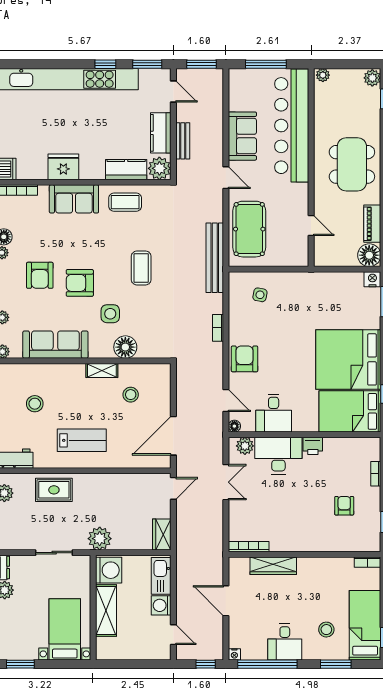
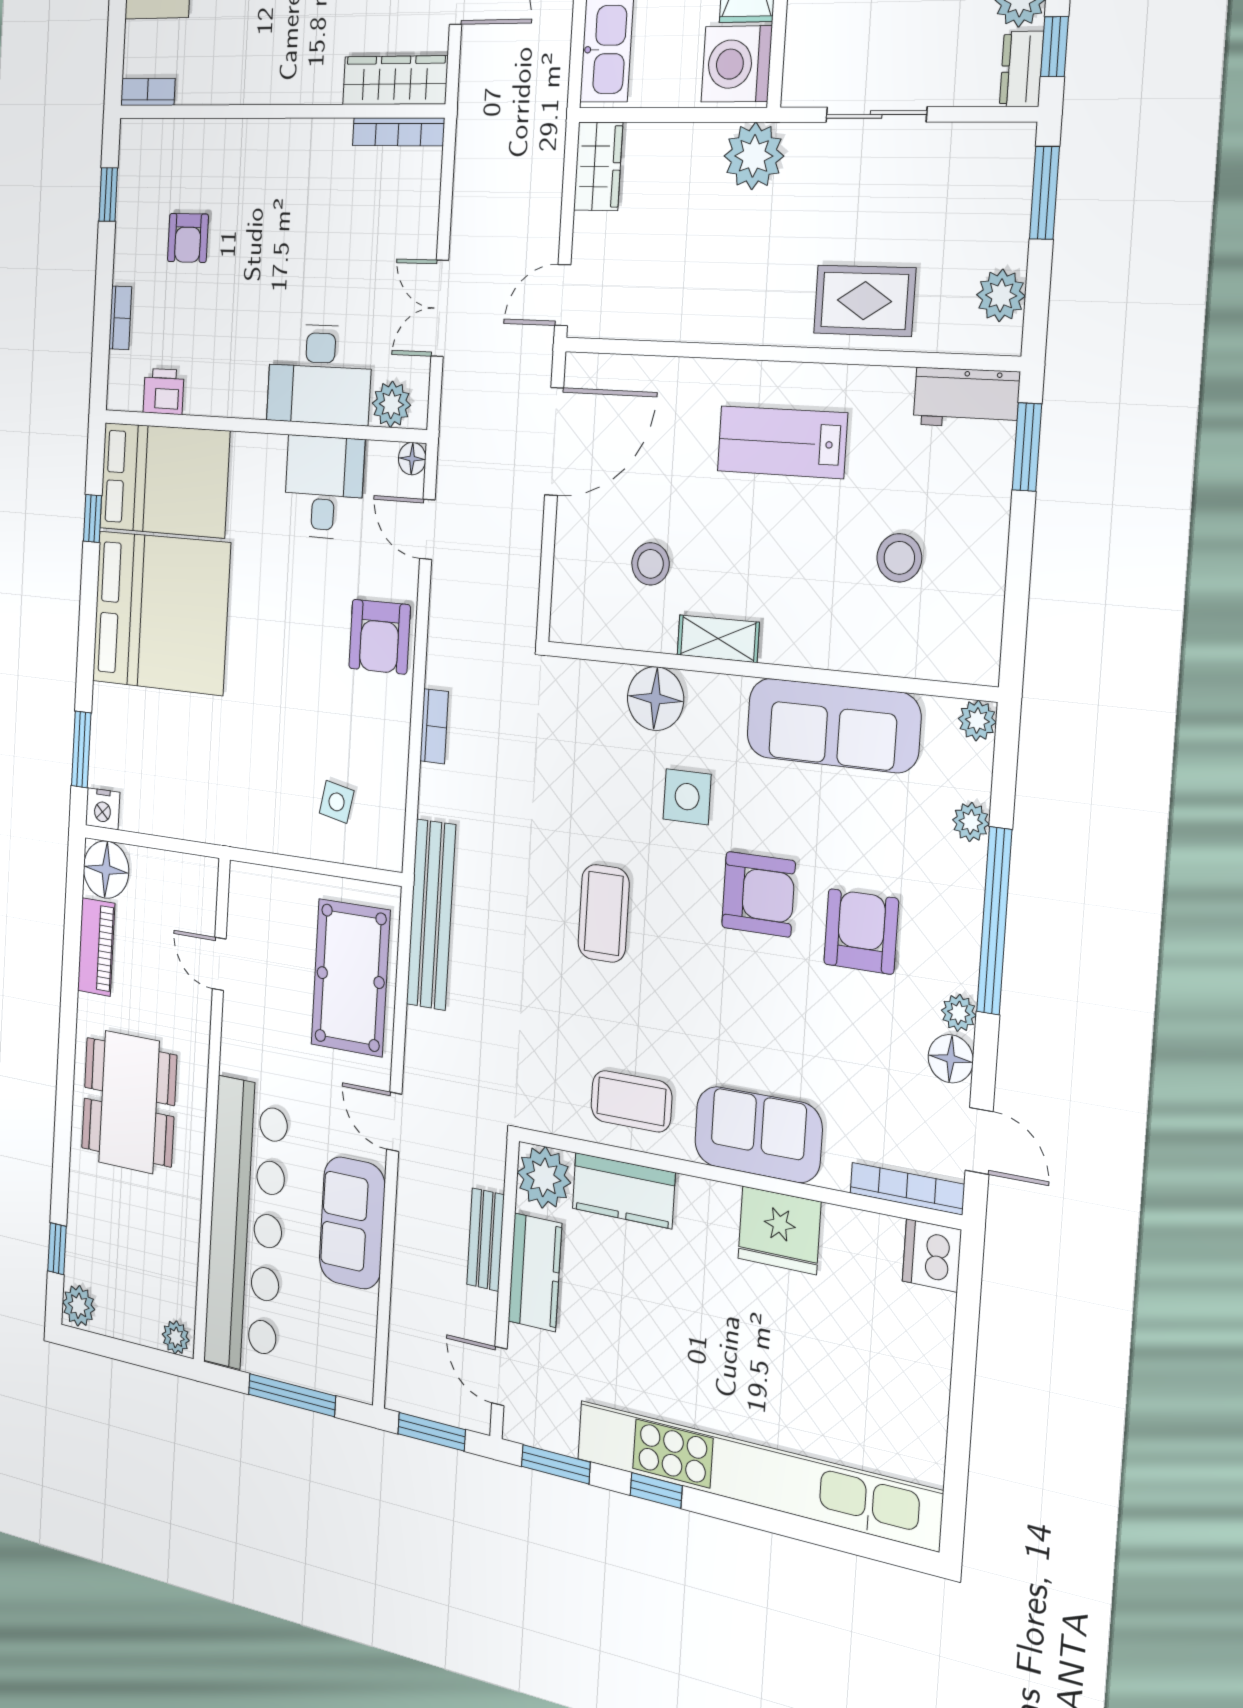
printer: (313, 446) -> (164, 391), moved
wardrobe: (273, 566) -> (395, 80), moved

